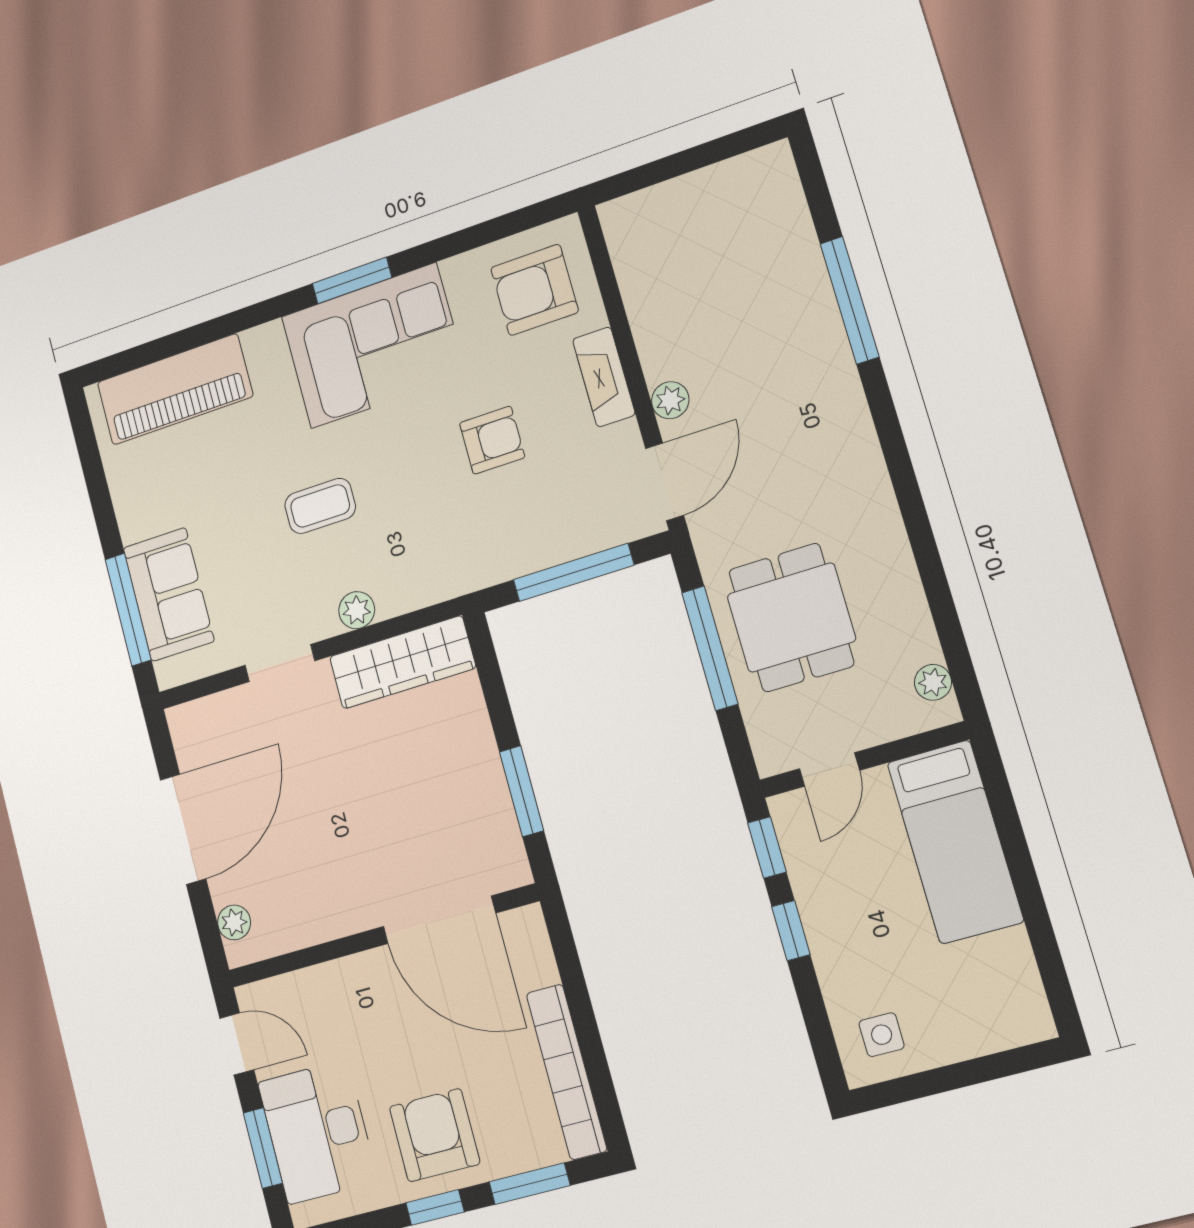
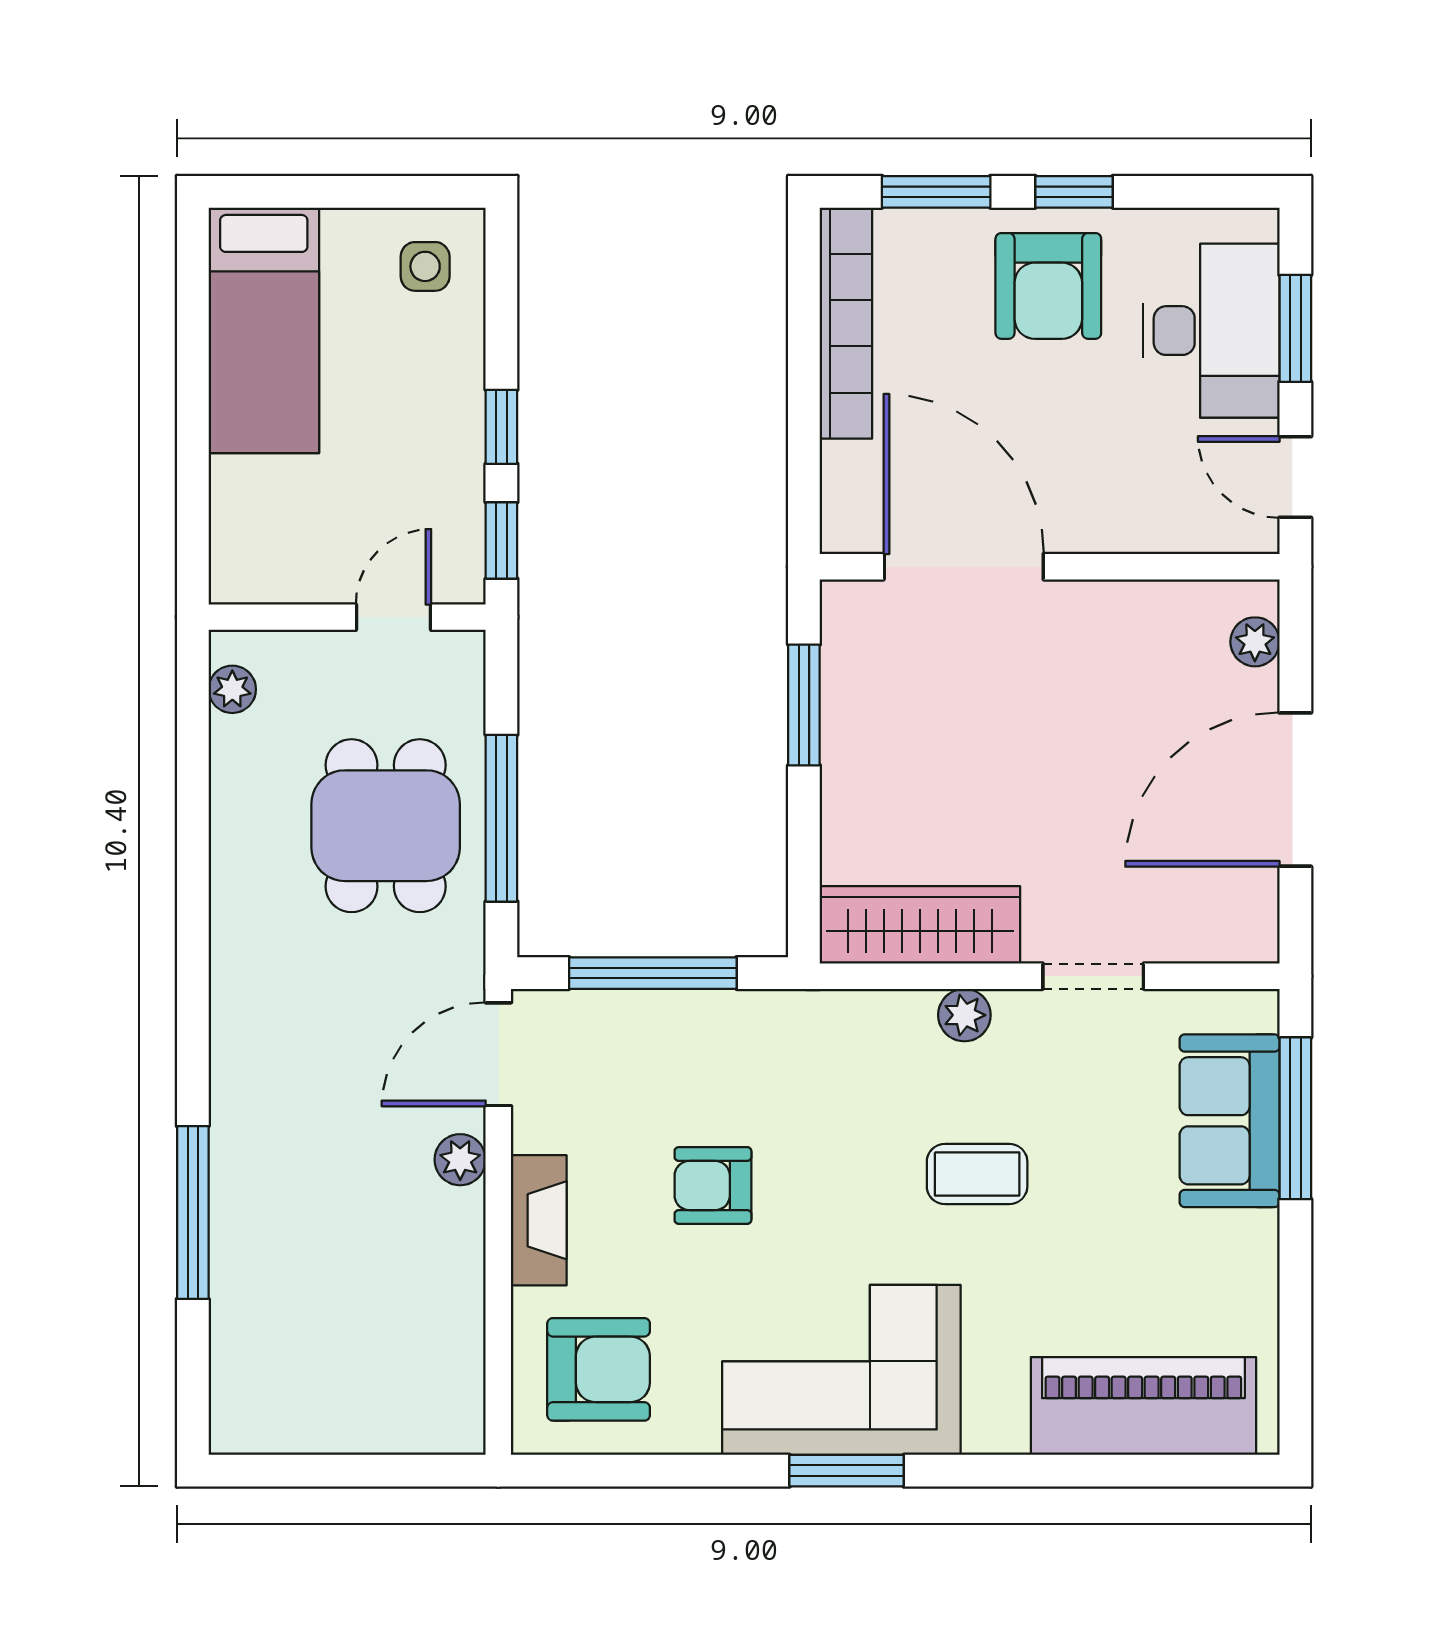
bed: (955, 842) -> (264, 330), moved, turned 180

